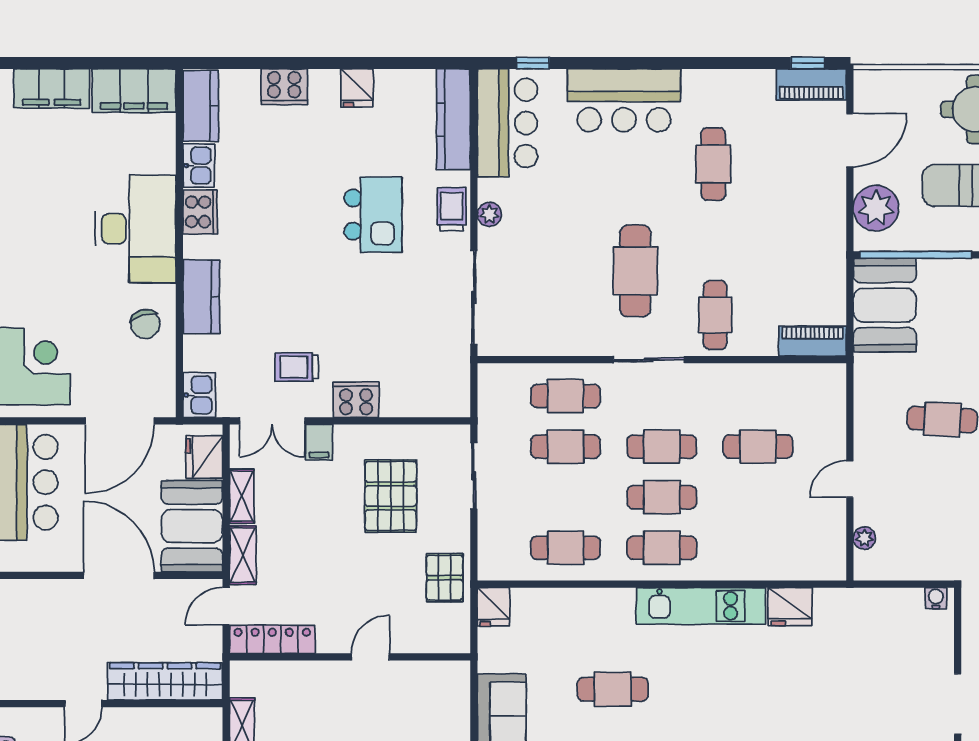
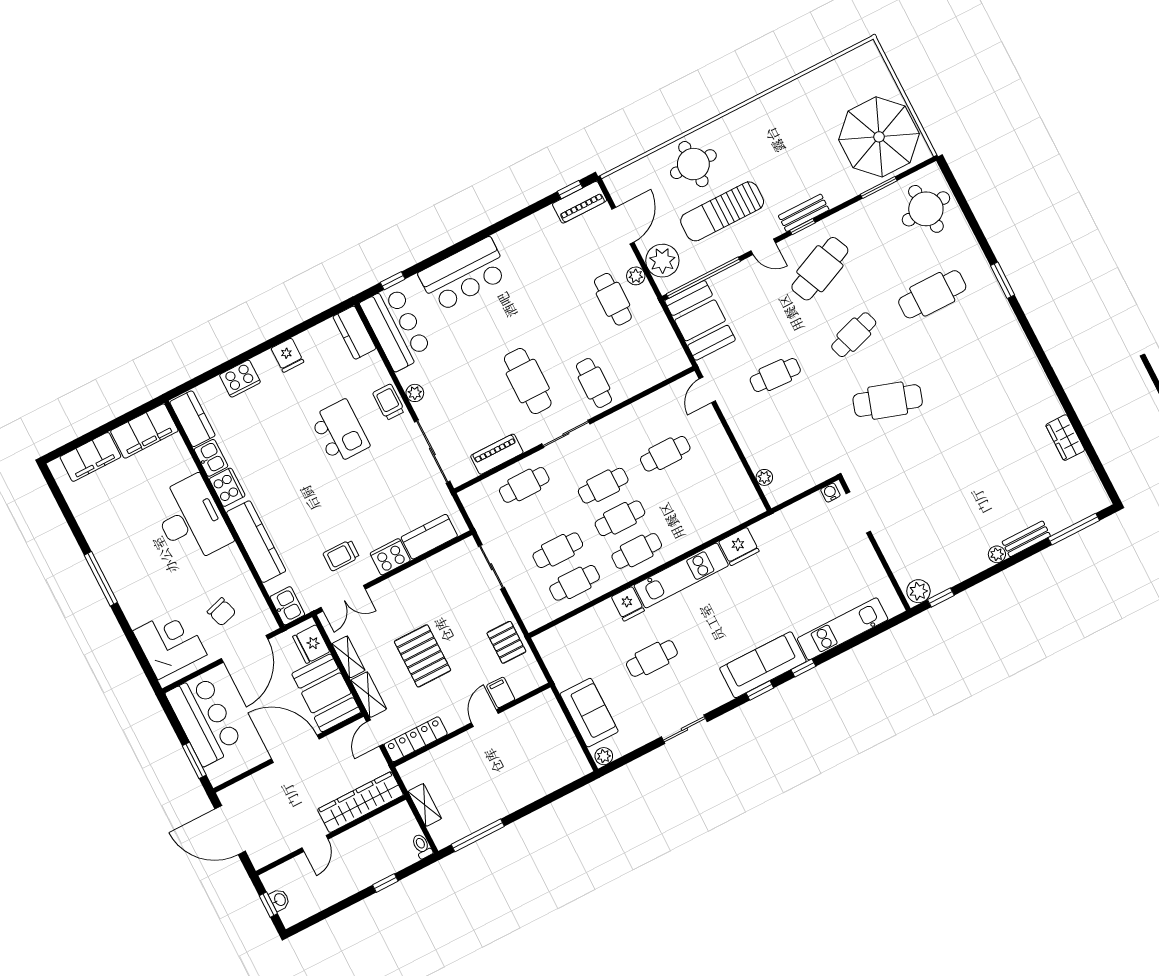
kitchen counter: (453, 119) -> (355, 333), width x0.67
cafe table: (713, 164) -> (613, 299), moved
plant: (834, 210) -> (636, 276), added
kitchen counter: (201, 297) -> (256, 542), width x1.50
chair: (145, 324) -> (222, 612), moved
piano: (812, 341) -> (497, 454), moved
kitchen counter: (417, 400) -> (429, 537), added
filing cabinet: (319, 442) -> (501, 692), moved, turned 180
cafe table: (566, 447) -> (558, 550), moved
door: (850, 479) -> (707, 390), moved
pallet: (391, 496) -> (423, 656), moved
fridge: (493, 607) -> (628, 604), moved
doorway: (958, 704) -> (858, 512), moved

